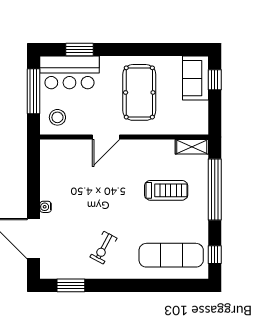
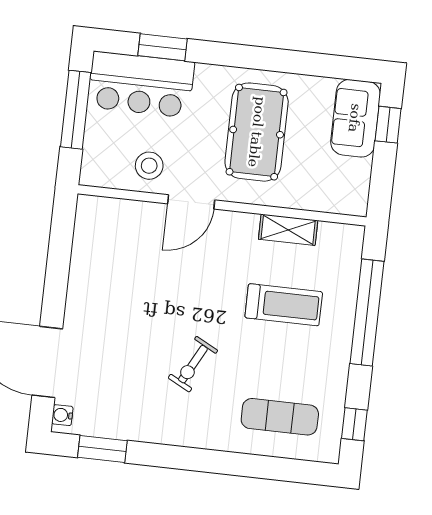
stool: (57, 117) -> (149, 166), moved
shelving: (192, 147) -> (288, 230), moved
water cooler: (46, 207) -> (62, 415), moved
exercise bike: (103, 248) -> (193, 364), moved
exercise mat: (171, 255) -> (280, 417), width x0.73, depth x0.69

